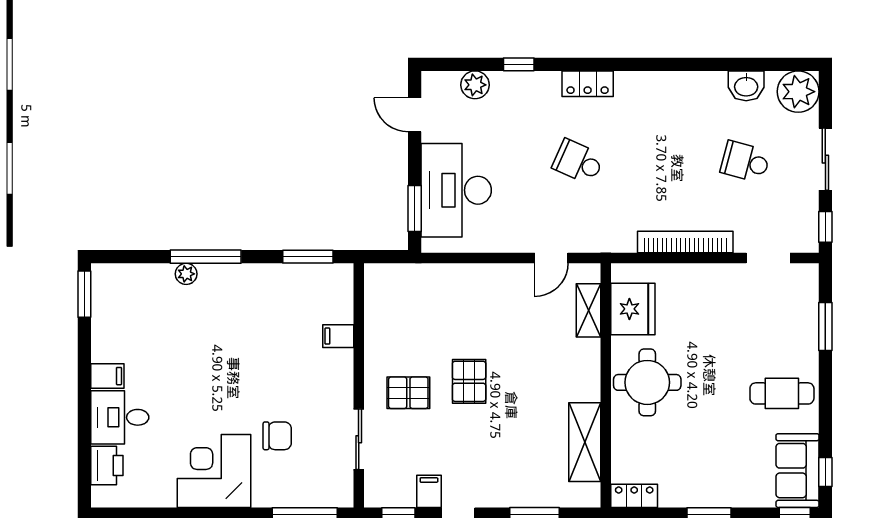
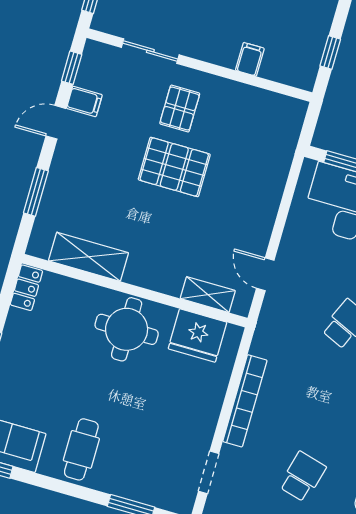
window: (308, 257) -> (330, 52), width x0.67
pallet: (469, 381) -> (174, 167), width x1.50, depth x1.42

